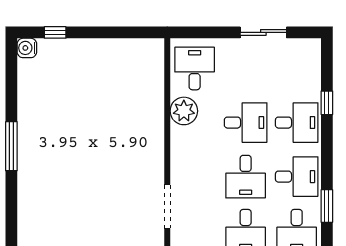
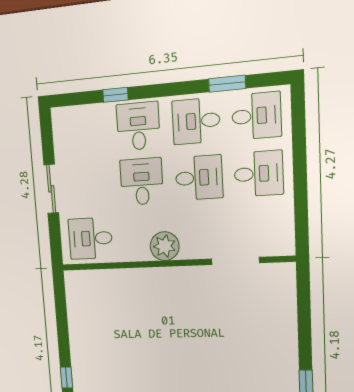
sliding door: (263, 32) -> (51, 189), moved
plant: (184, 111) -> (165, 246), moved
desk: (297, 177) -> (196, 121), turned -90

